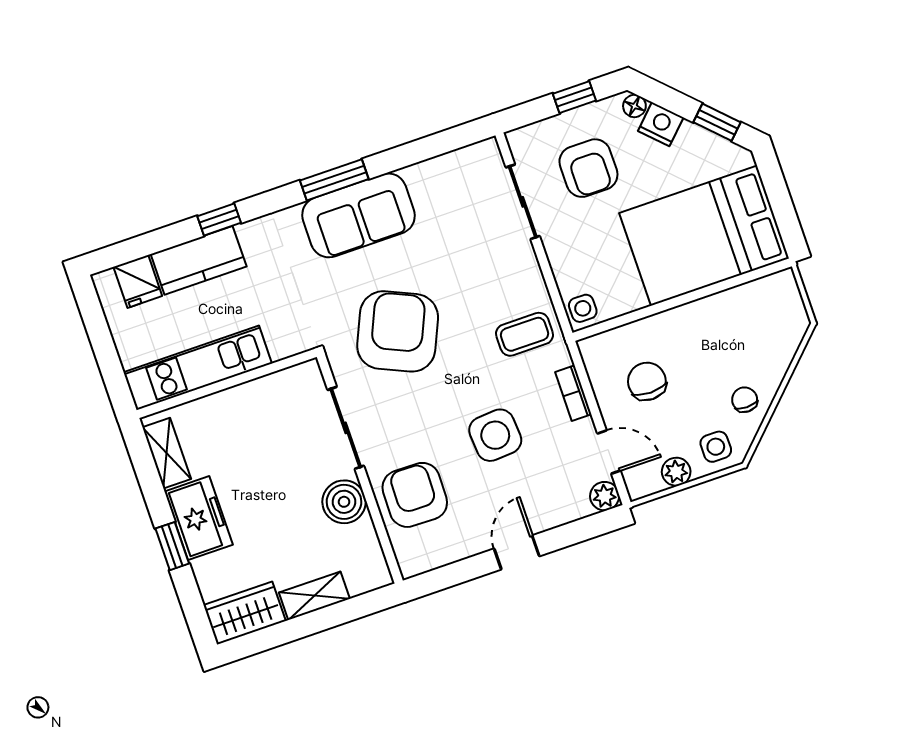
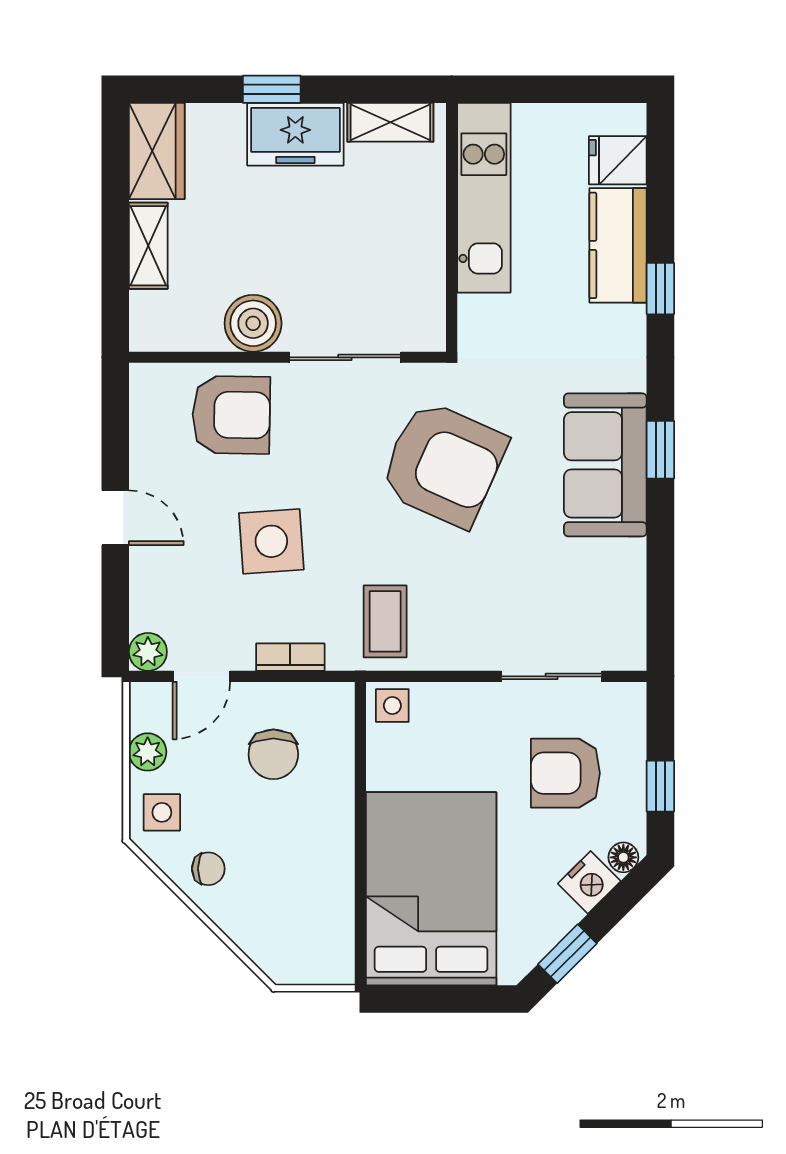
window: (334, 180) -> (660, 450), width x0.67
chair: (647, 381) -> (273, 754), turned 90

